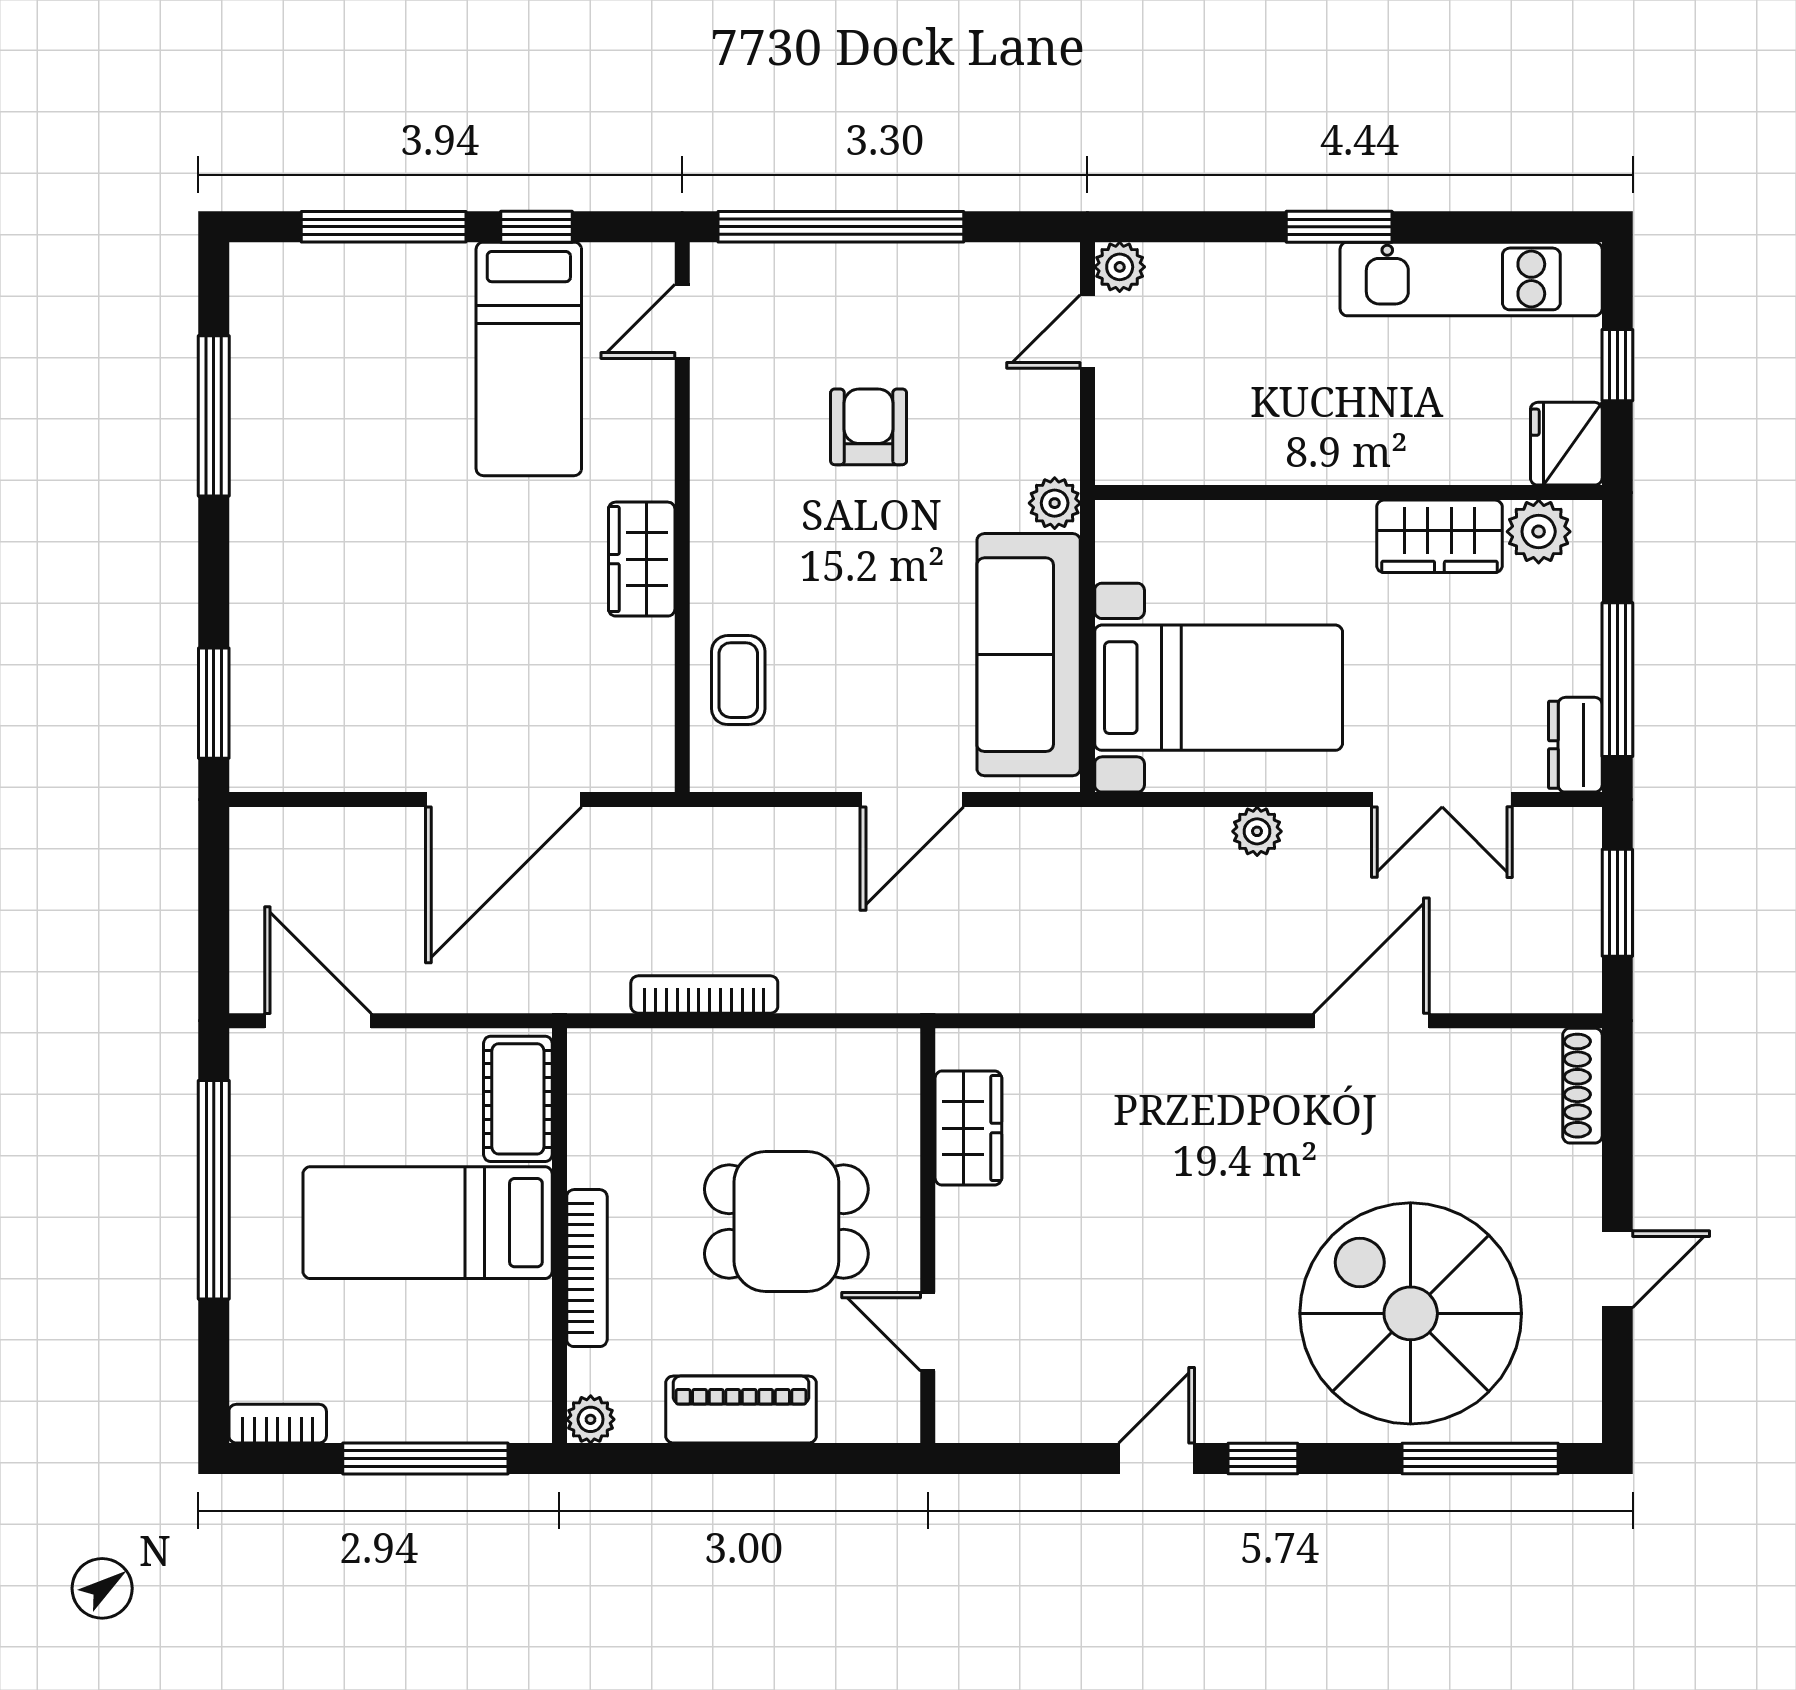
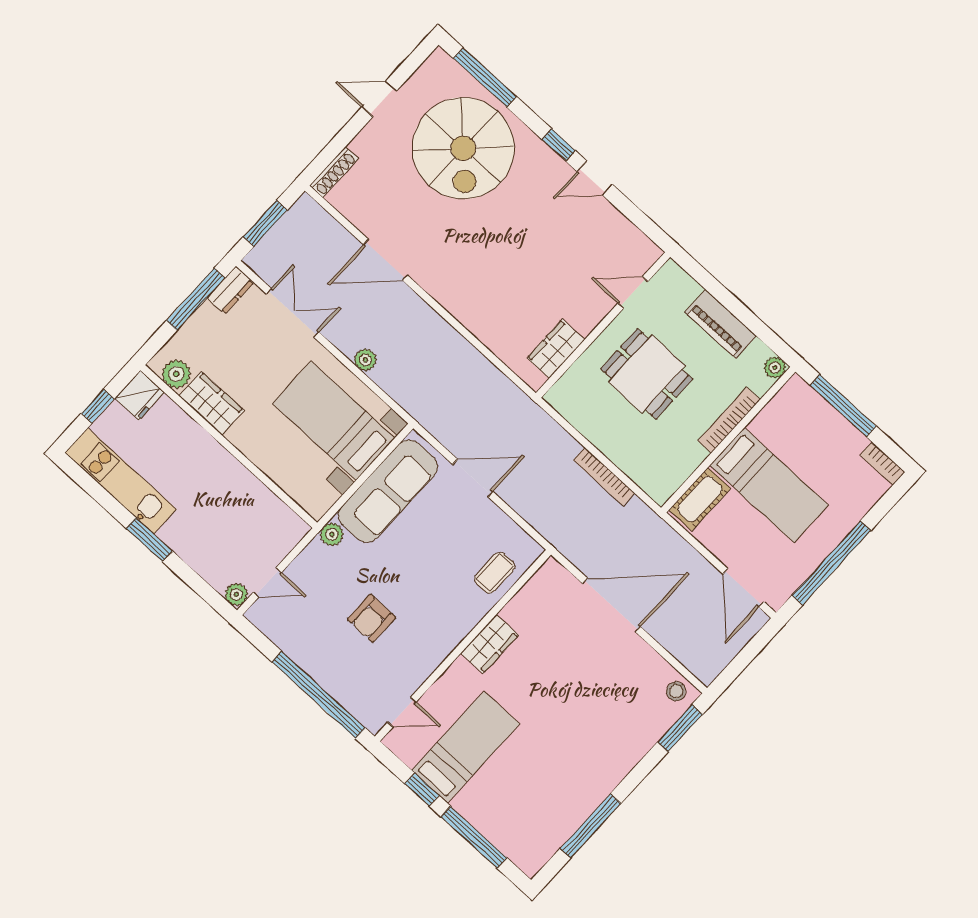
stool: (274, 757) -> (676, 691), added
door: (928, 1332) -> (633, 292), swing flipped

